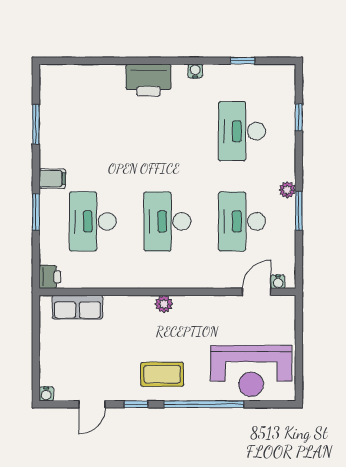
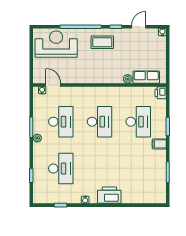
door: (257, 292) -> (53, 85), swing flipped
plant: (164, 304) -> (128, 79), moved

